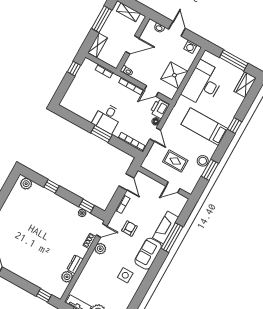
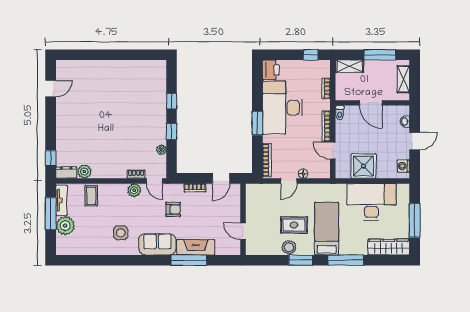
wardrobe: (245, 85) -> (389, 247), width x1.50
printer: (159, 109) -> (271, 70), moved, turned 90
desk: (107, 118) -> (282, 108), width x1.87, depth x1.30
window: (235, 126) -> (346, 260), width x2.17
rug: (175, 161) -> (294, 225), moved, turned 90
window: (210, 170) -> (301, 260), moved
plant: (26, 184) -> (159, 72), removed
window: (87, 206) -> (172, 131), moved
dresser: (75, 264) -> (66, 172), moved
coffee table: (87, 282) -> (91, 196), added

